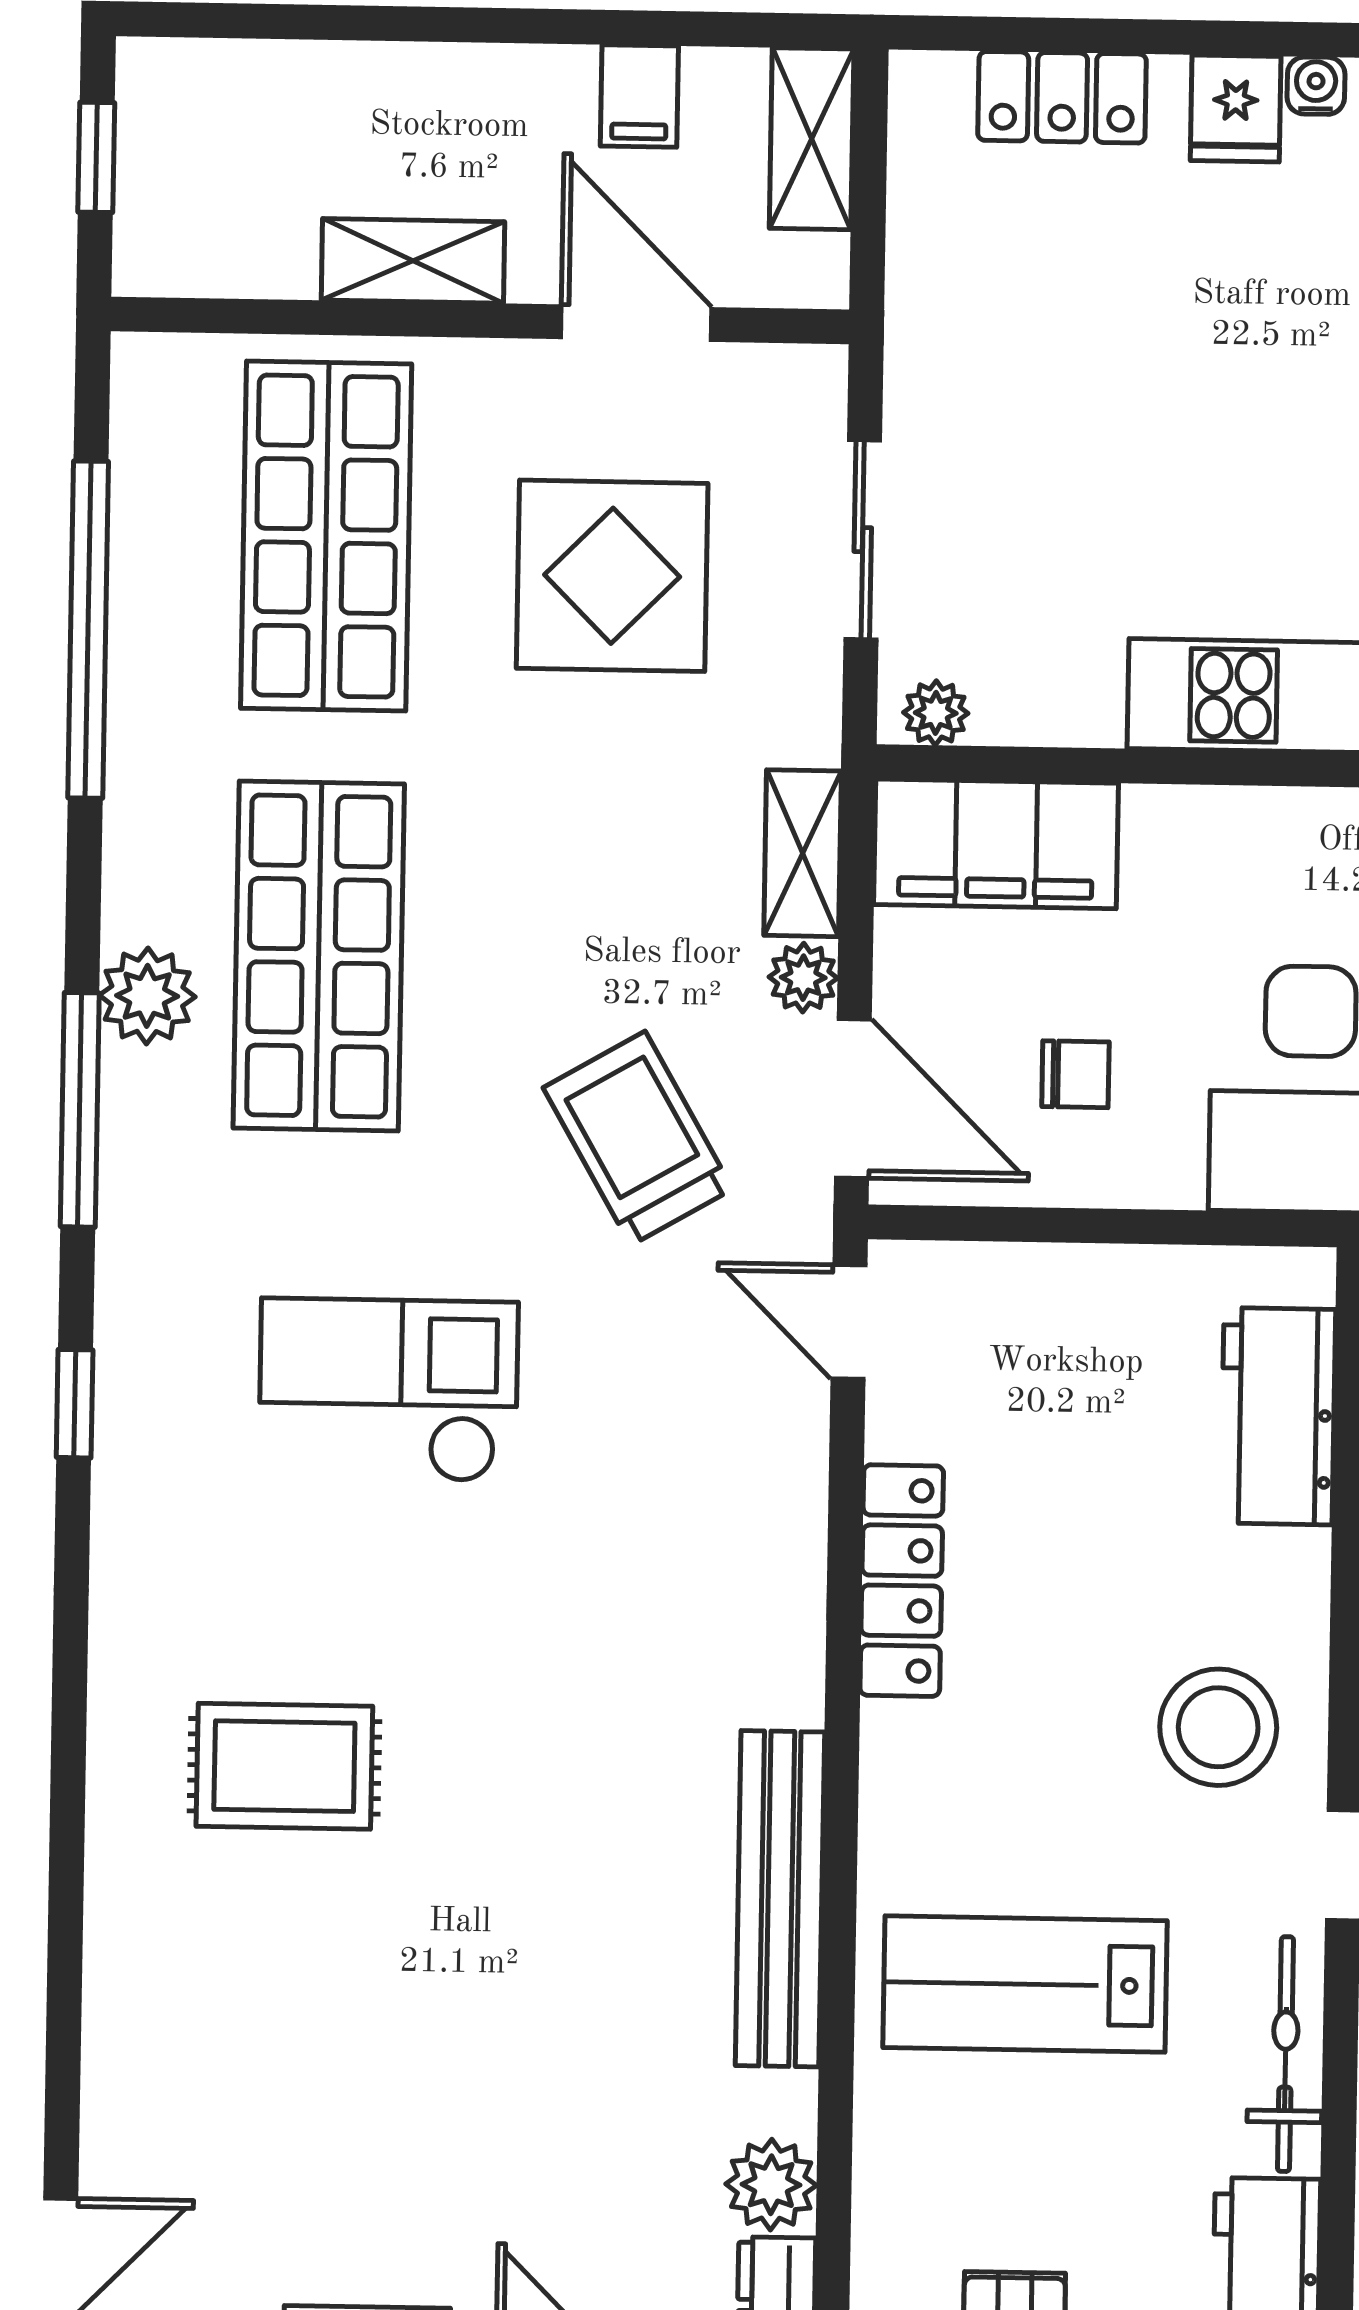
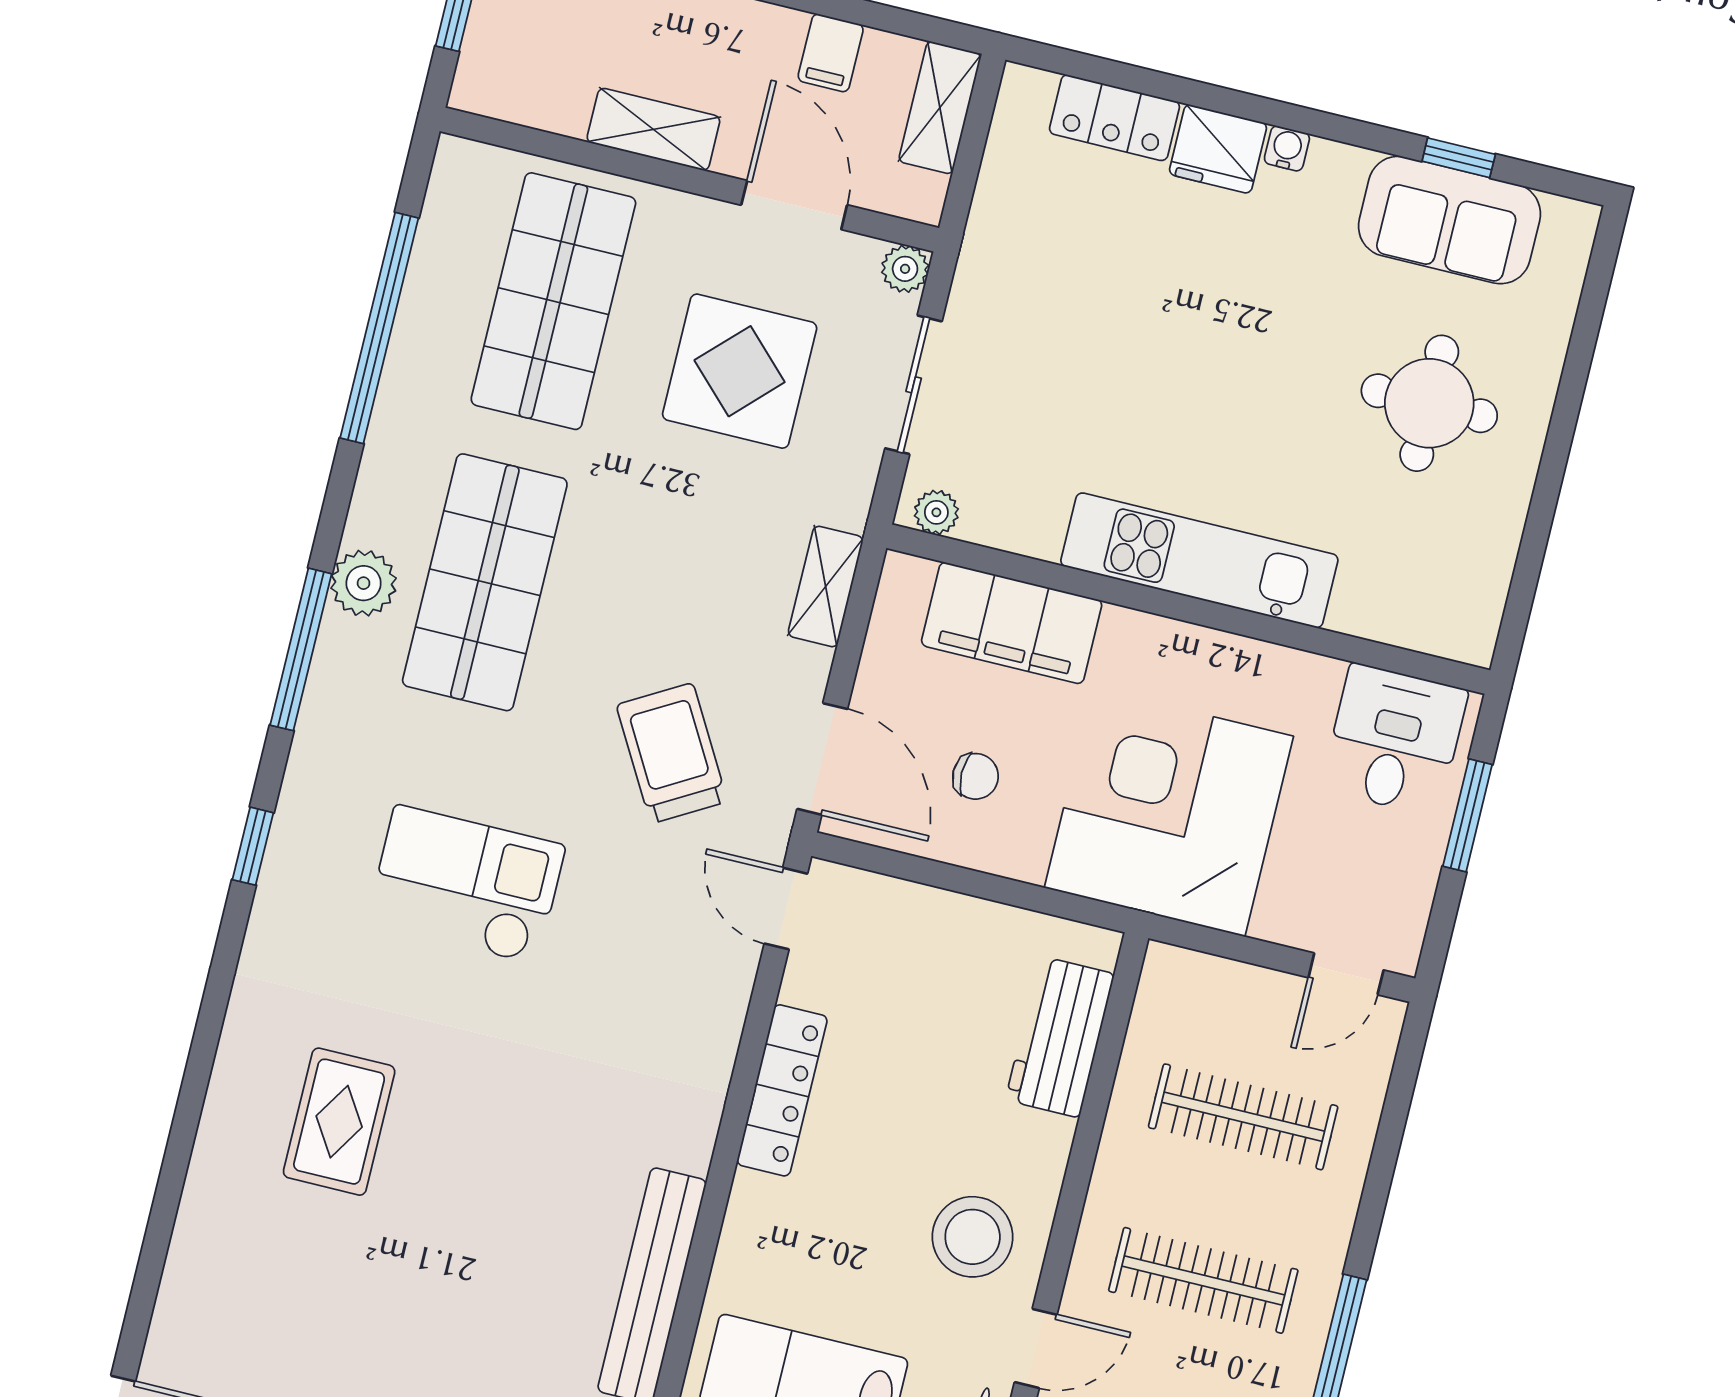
fridge: (1236, 109) -> (1218, 149), width x1.38
filing cabinet: (996, 844) -> (1012, 623), moved
plant: (803, 978) -> (905, 269), moved
rug: (284, 1766) -> (339, 1122), turned 90

